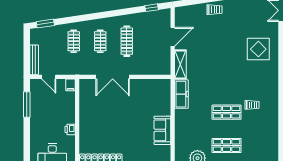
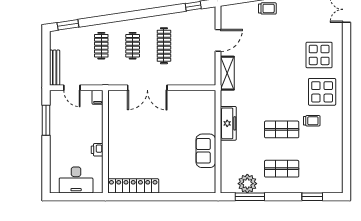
display table: (261, 80) -> (322, 92), added
freezer: (181, 94) -> (228, 123), moved

